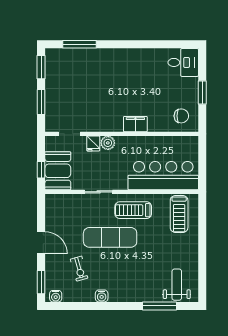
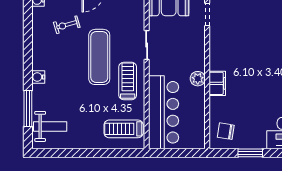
chair: (181, 116) -> (226, 131), turned 99
plant: (108, 143) -> (198, 79), moved
fridge: (93, 144) -> (197, 39), removed
water cooler: (102, 296) -> (38, 77), moved

